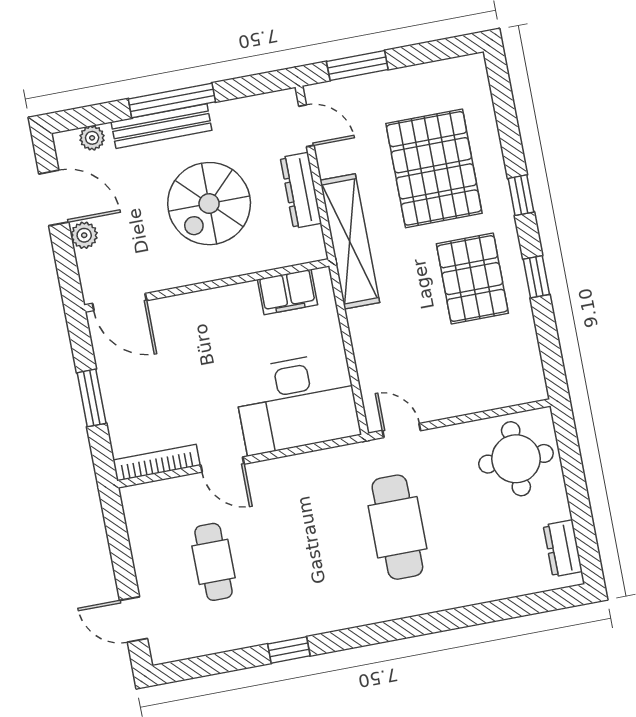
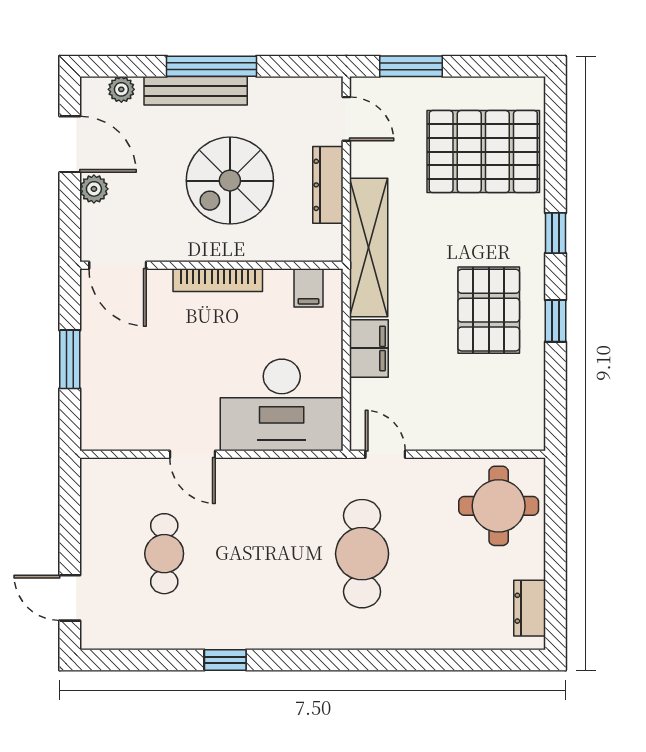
pallet: (434, 168) -> (483, 152), moved, turned 90
filing cabinet: (288, 292) -> (308, 288), width x0.50
filing cabinet: (368, 335) -> (369, 348), added
bookcase: (157, 463) -> (218, 280), moved, turned 180

